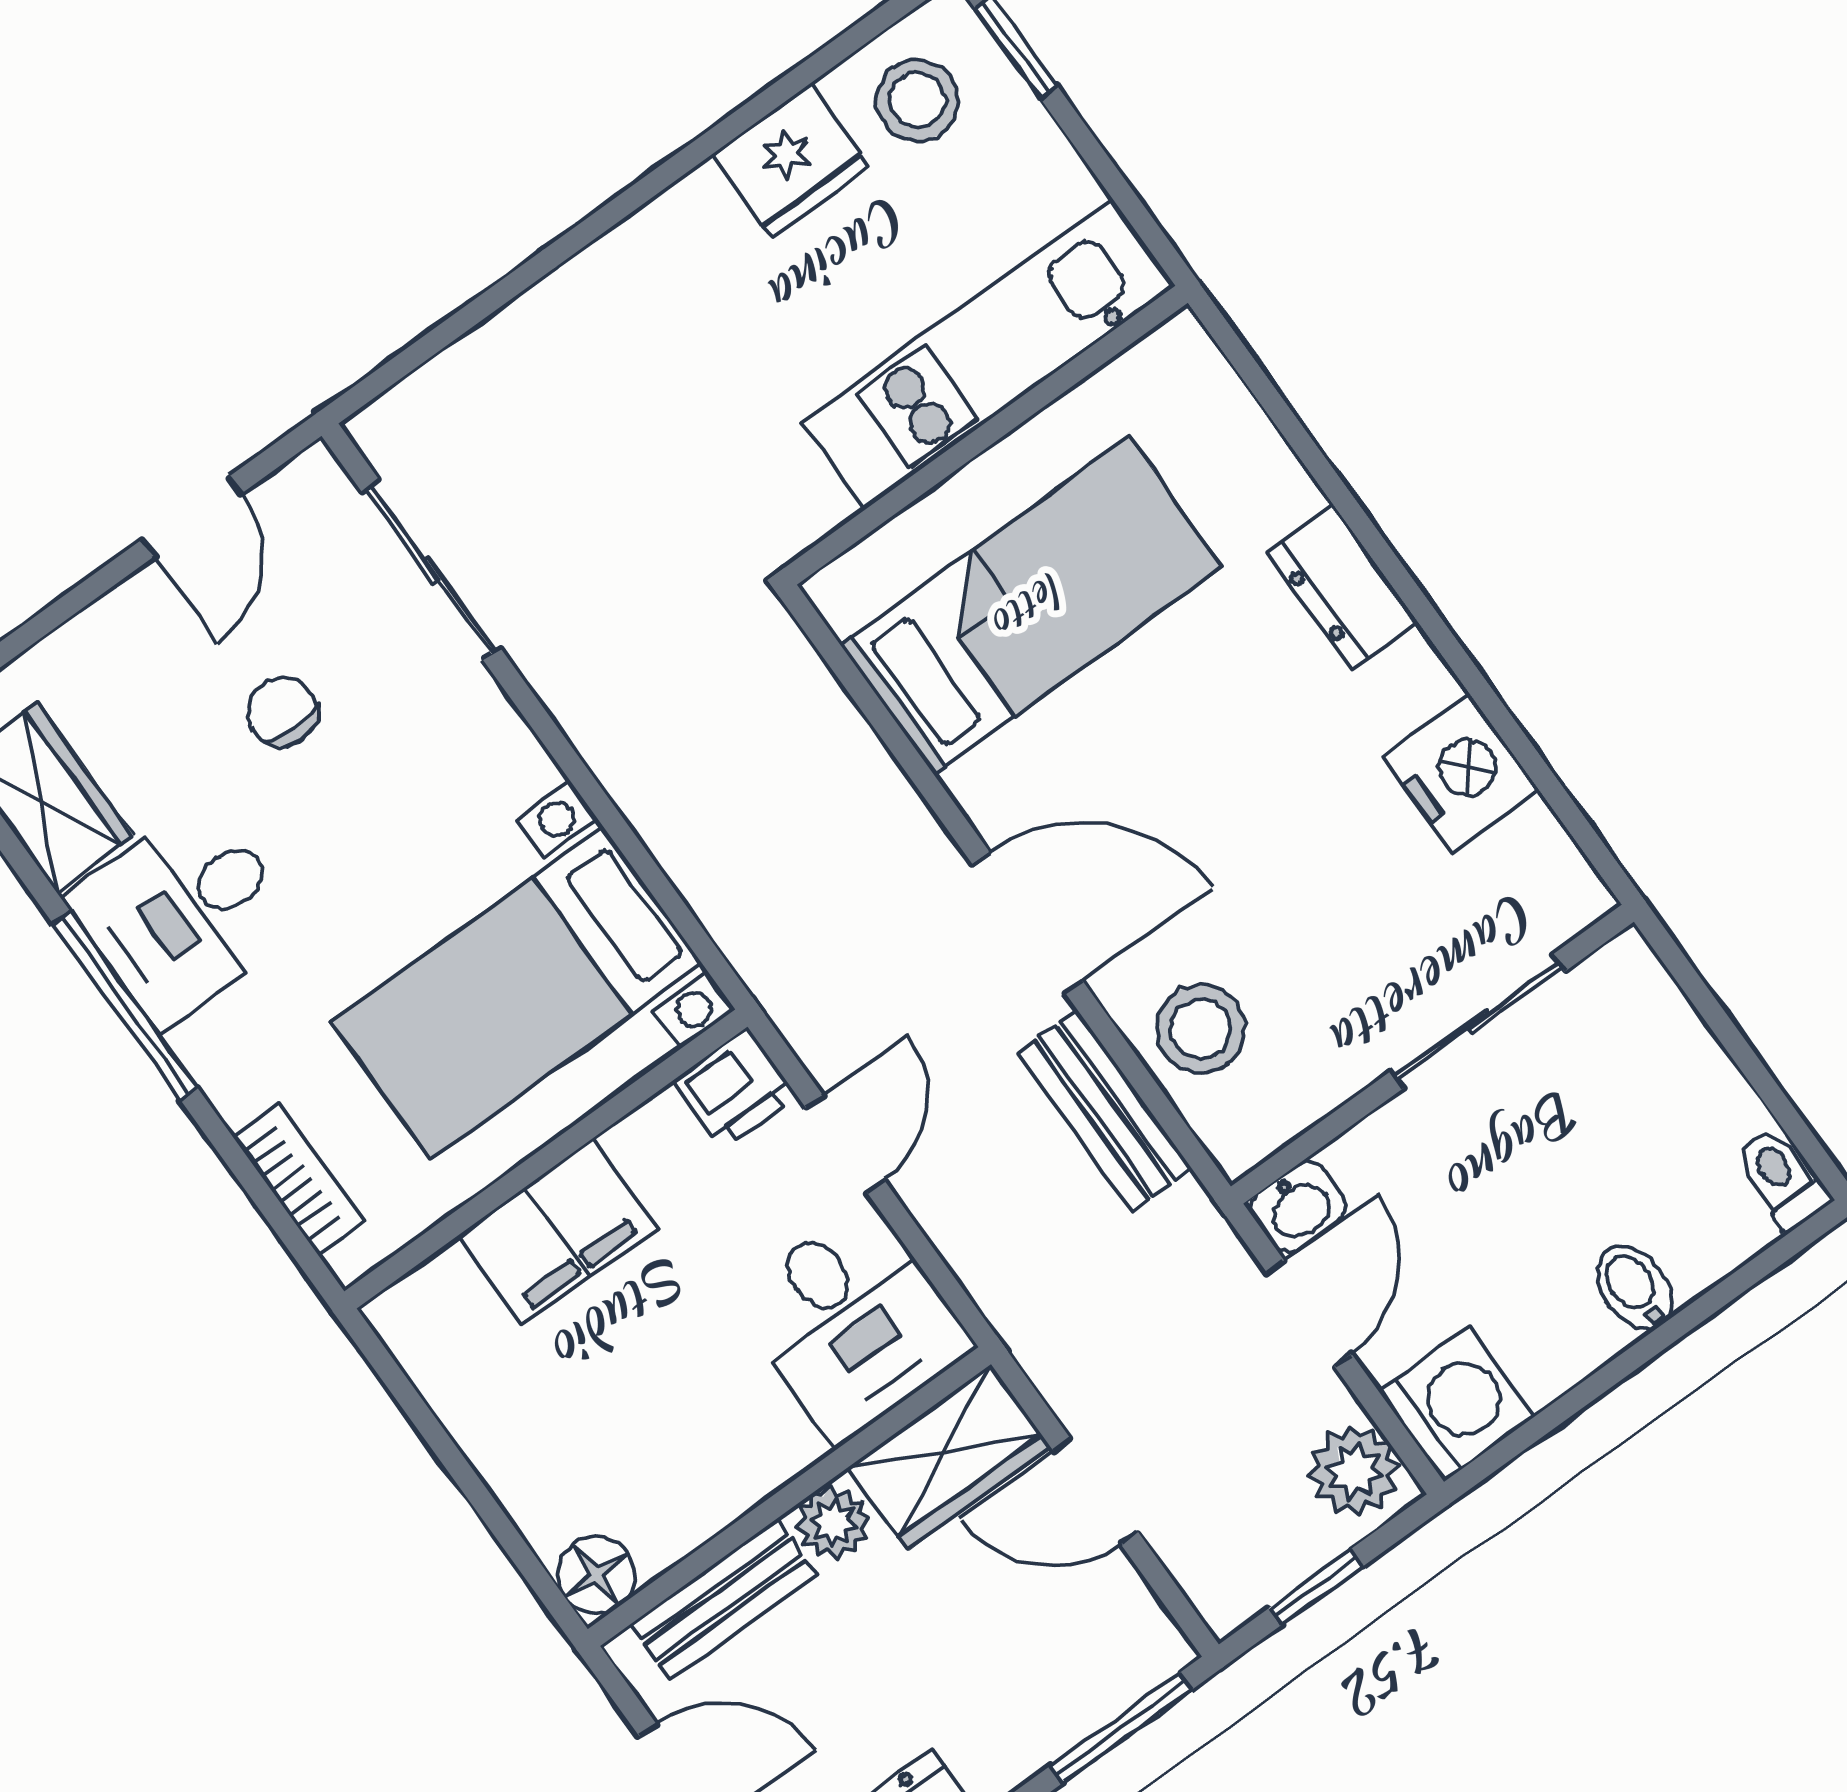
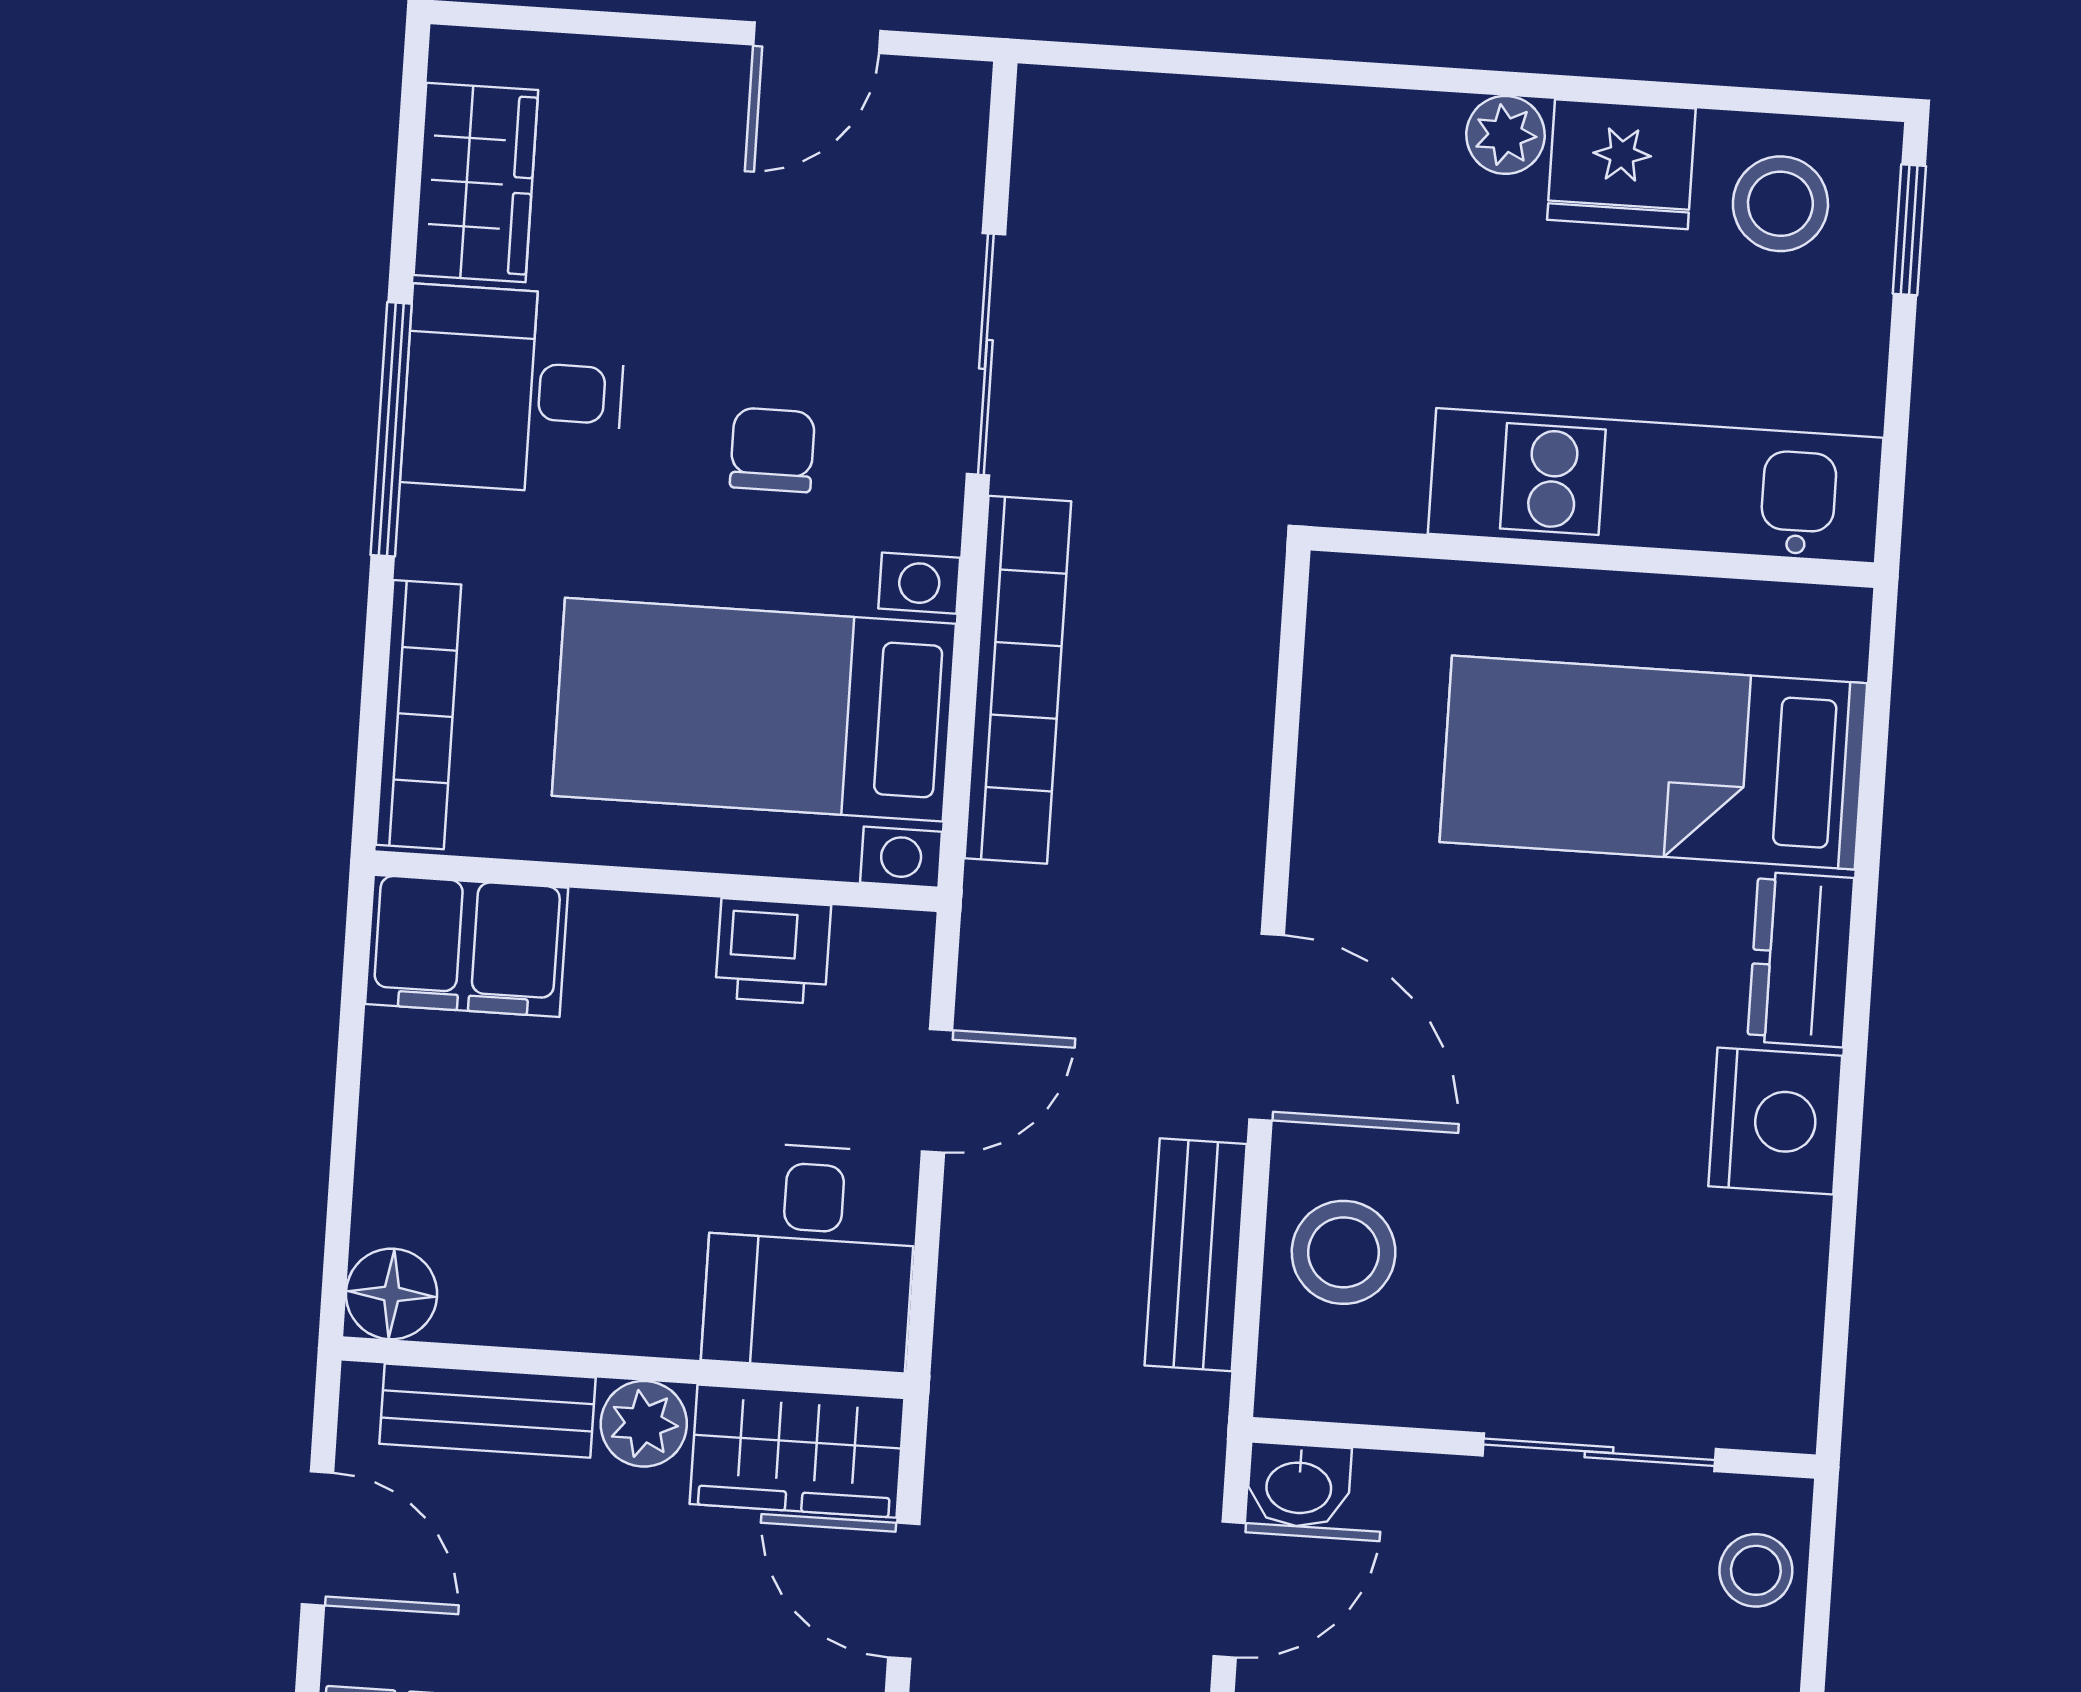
plant: (699, 205) -> (1505, 135), added
sliding door: (431, 570) -> (986, 354), moved
bed: (1031, 606) -> (1653, 763), moved, turned 180
chair: (282, 712) -> (772, 450), moved
nightstand: (1461, 772) -> (1775, 1121), moved
bookcase: (674, 829) -> (1018, 680), added
stool: (1646, 1014) -> (1756, 1570), added
printer: (734, 1088) -> (773, 951), moved
bookcase: (299, 1179) -> (419, 715), width x1.56
filing cabinet: (557, 1232) -> (467, 946), moved

